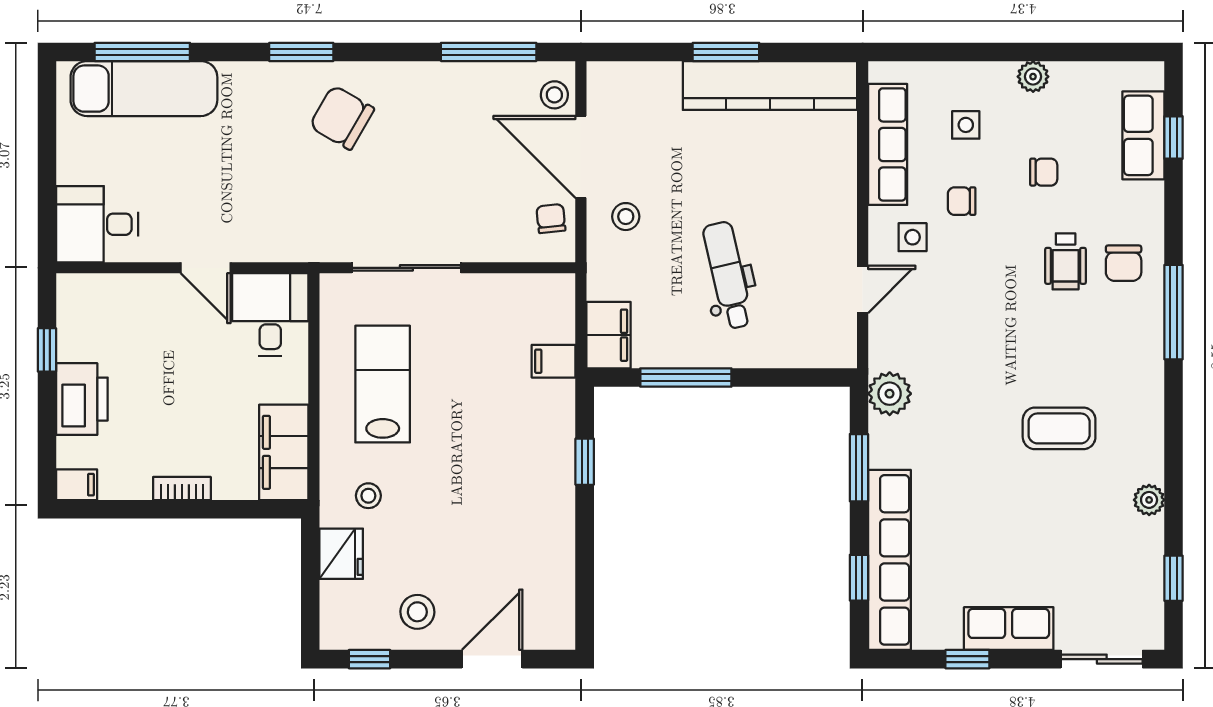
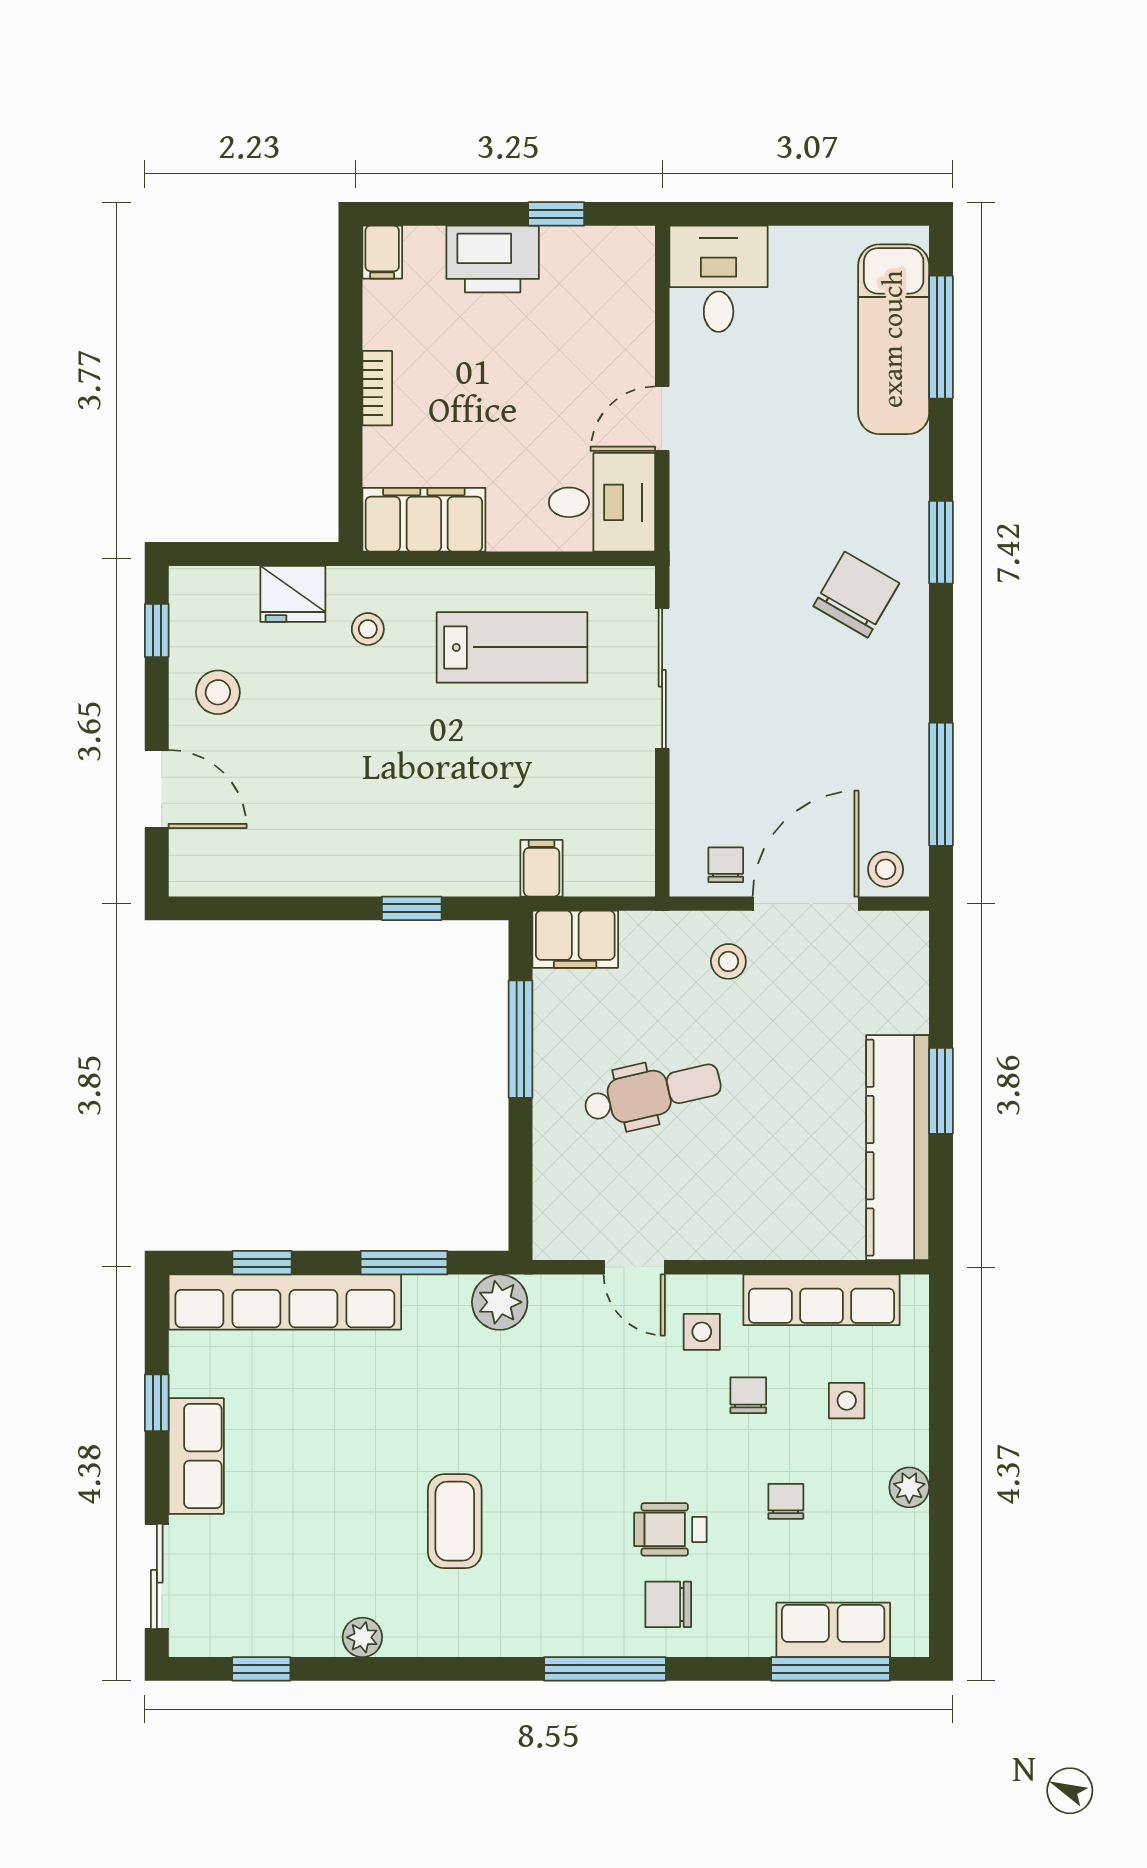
window: (1173, 137) -> (830, 1669), width x2.17
chair: (1044, 172) -> (786, 1501), turned 180
chair: (551, 219) -> (726, 865), turned -84

